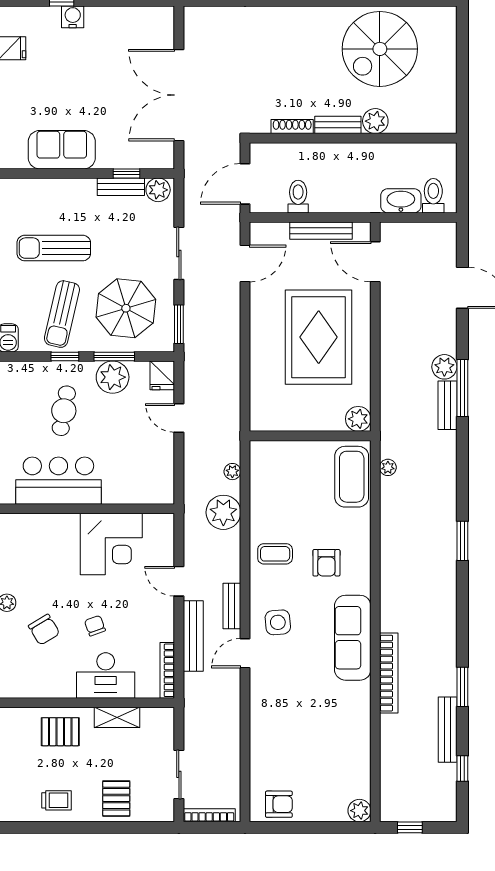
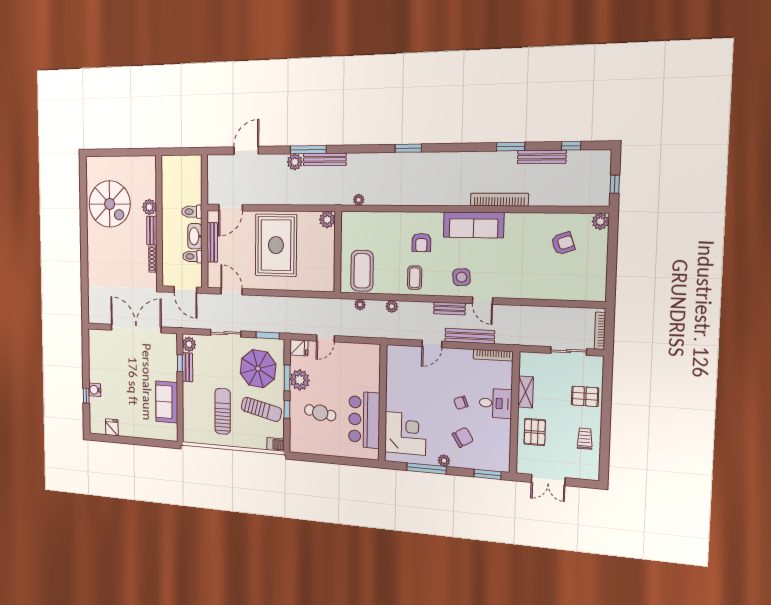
double door: (179, 95) -> (136, 329), swing flipped
toilet: (433, 196) -> (192, 212), moved
washbasin: (401, 201) -> (195, 236), moved
sun lounger: (54, 248) -> (223, 411), turned 180
rug: (319, 337) -> (276, 245), turned 90
bench: (447, 405) -> (325, 159), width x1.36
coffee table: (352, 477) -> (362, 271), moved, turned 90
plant: (223, 512) -> (392, 306), width x0.53, depth x0.53
corner desk: (111, 544) -> (405, 433), moved
armchair: (326, 563) -> (421, 243), turned 90
desk: (106, 675) -> (496, 403), width x0.73
armchair: (279, 804) -> (563, 243), moved, turned 71

